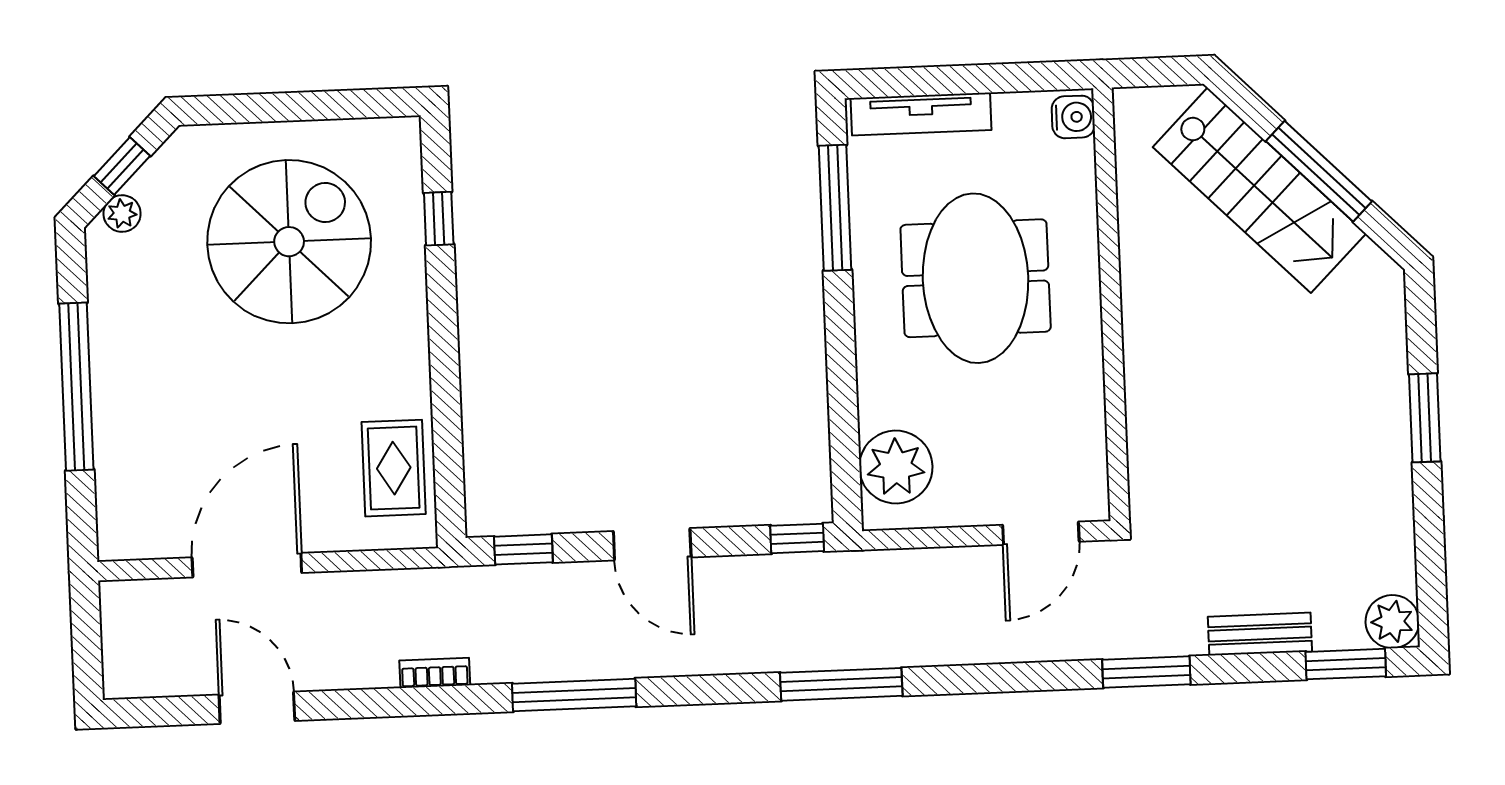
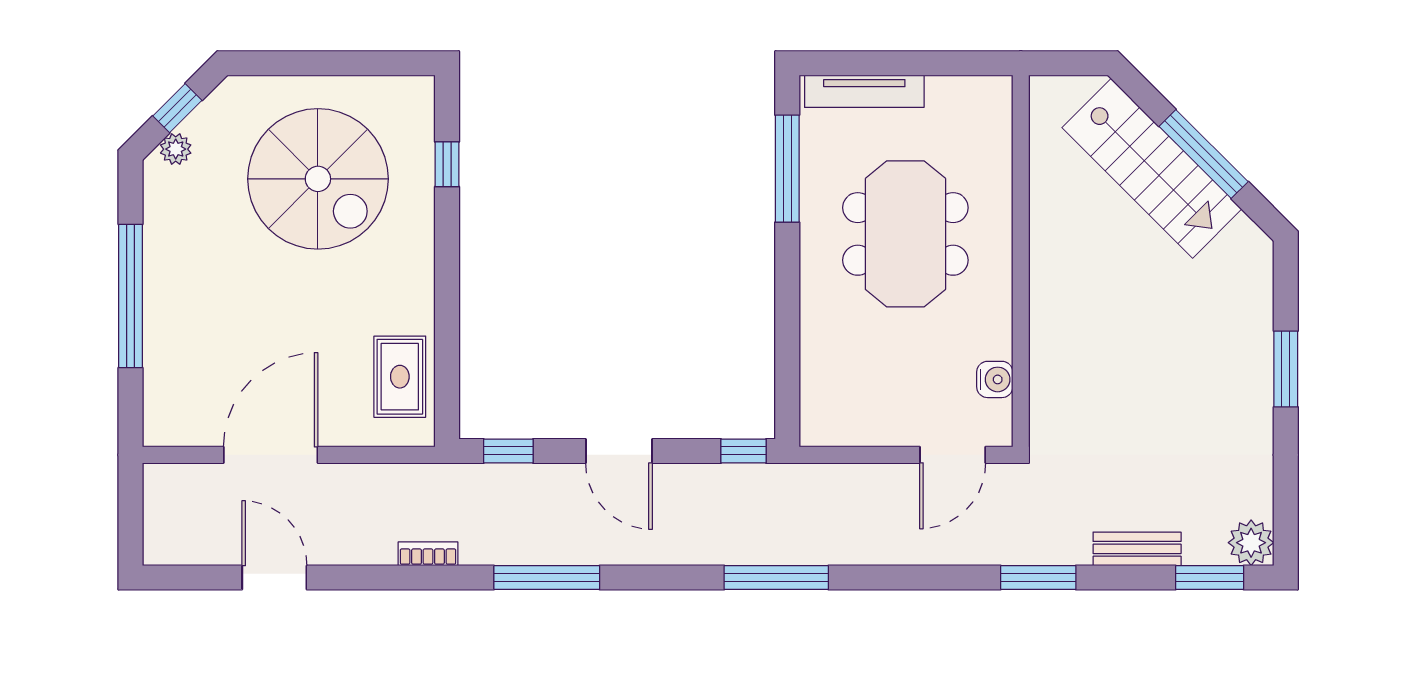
water cooler: (1073, 117) -> (995, 379), moved
spiral stairs: (289, 242) -> (318, 179), turned 90
plant: (896, 467) -> (831, 393), removed

